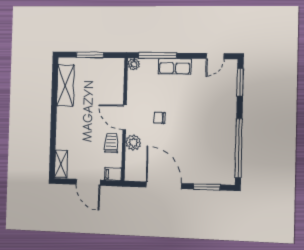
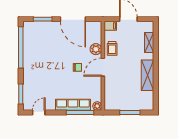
row of seats: (175, 66) -> (73, 105), width x1.48
shelving: (65, 85) -> (148, 75), moved
door: (125, 117) -> (103, 67), swing flipped
shelving: (61, 164) -> (149, 43), moved

